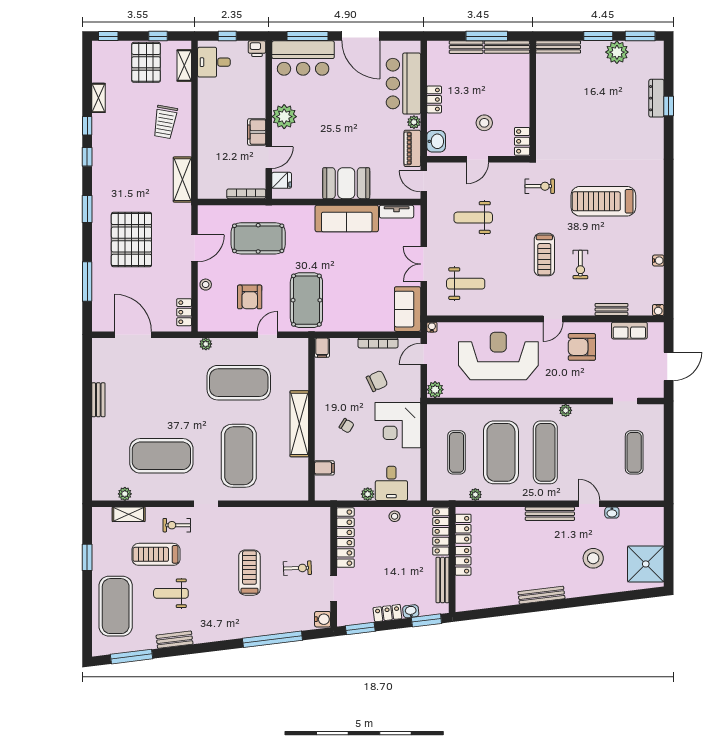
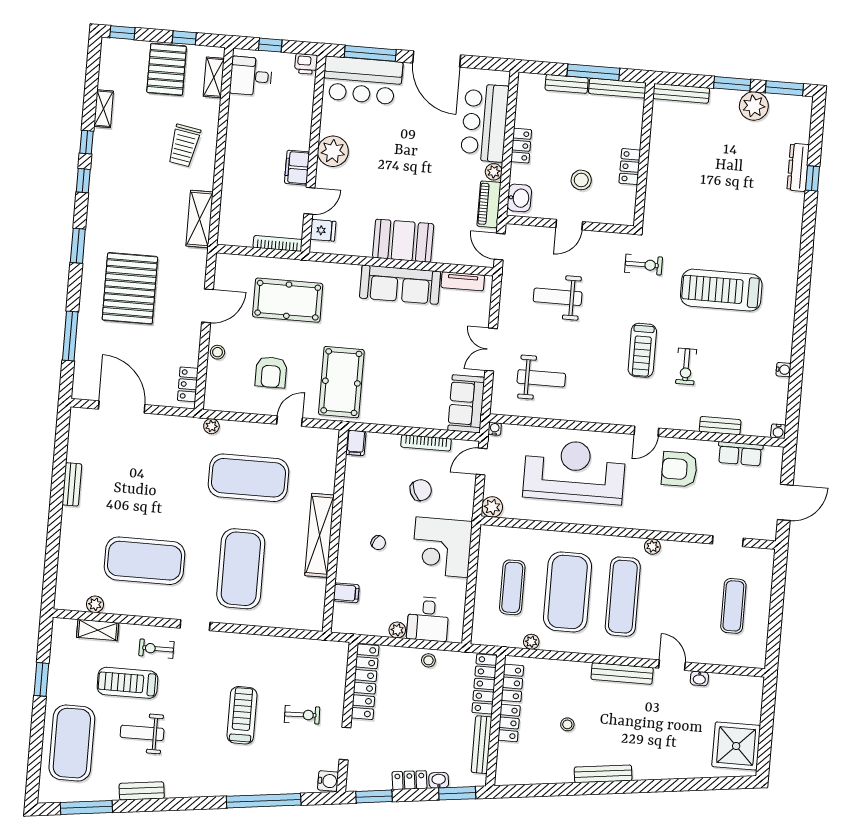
locker: (522, 141) -> (630, 167), moved
stool: (593, 558) -> (567, 724), moved, width x0.53, depth x0.53

